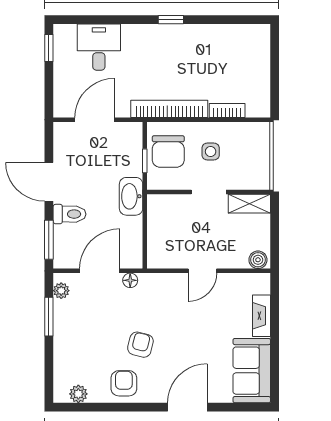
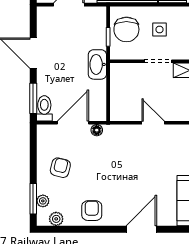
toilet: (69, 214) -> (44, 108), moved, turned -90
door: (202, 271) -> (153, 123), swing flipped
plant: (61, 291) -> (43, 201), moved
window: (49, 317) -> (33, 199), moved
armchair: (140, 345) -> (60, 168), moved

